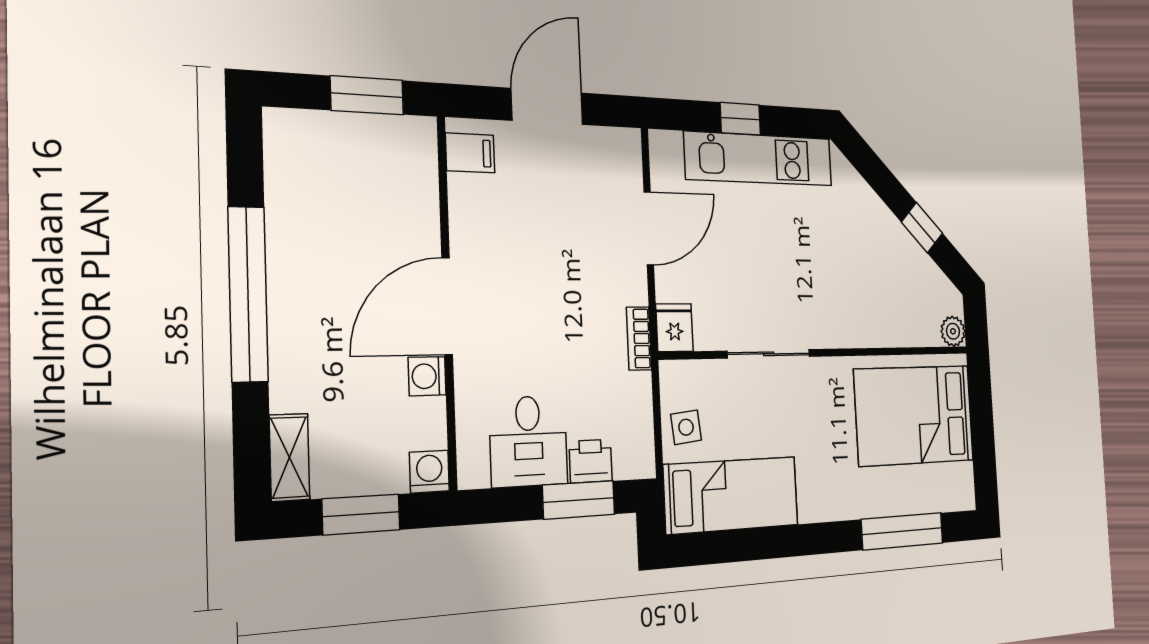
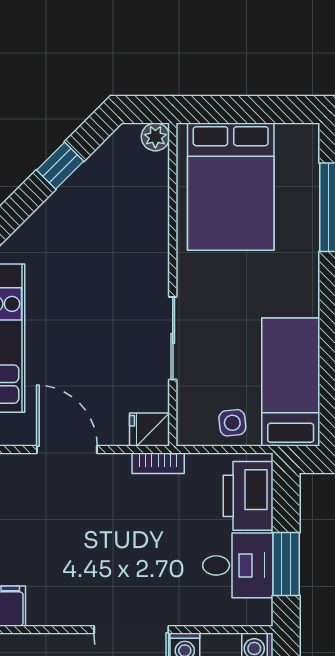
printer: (591, 461) -> (248, 496), width x1.87, depth x1.48
window: (579, 500) -> (286, 564), moved

